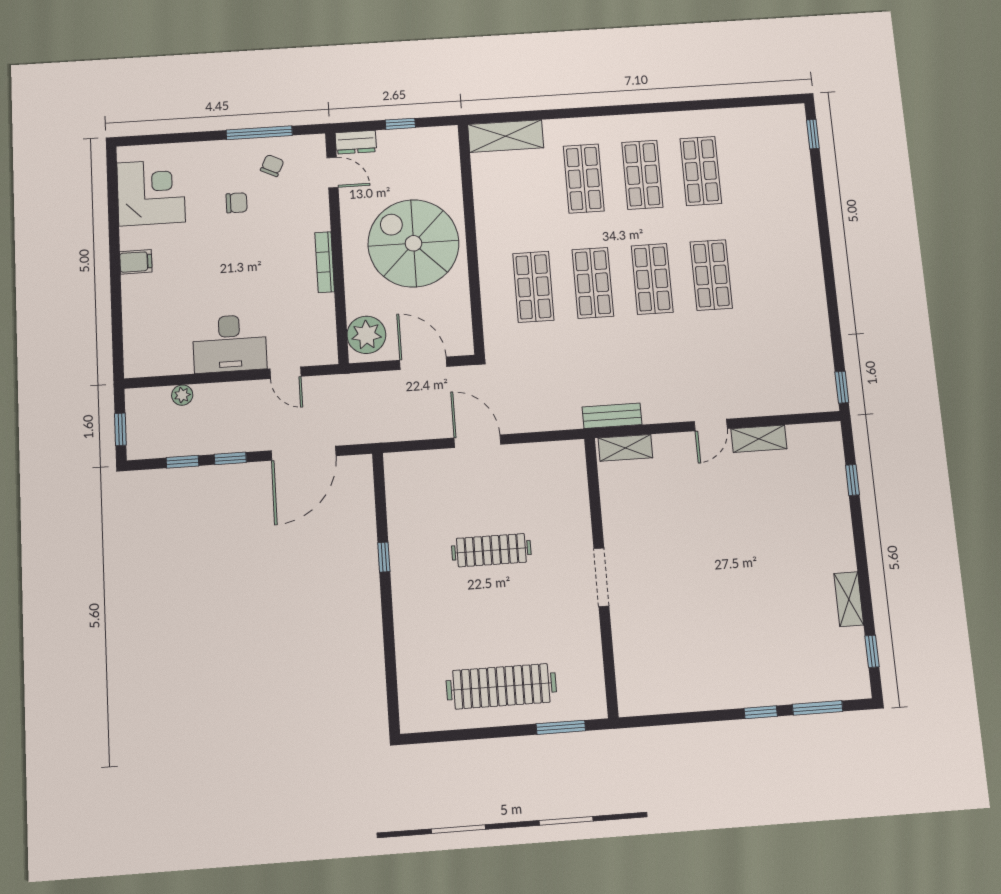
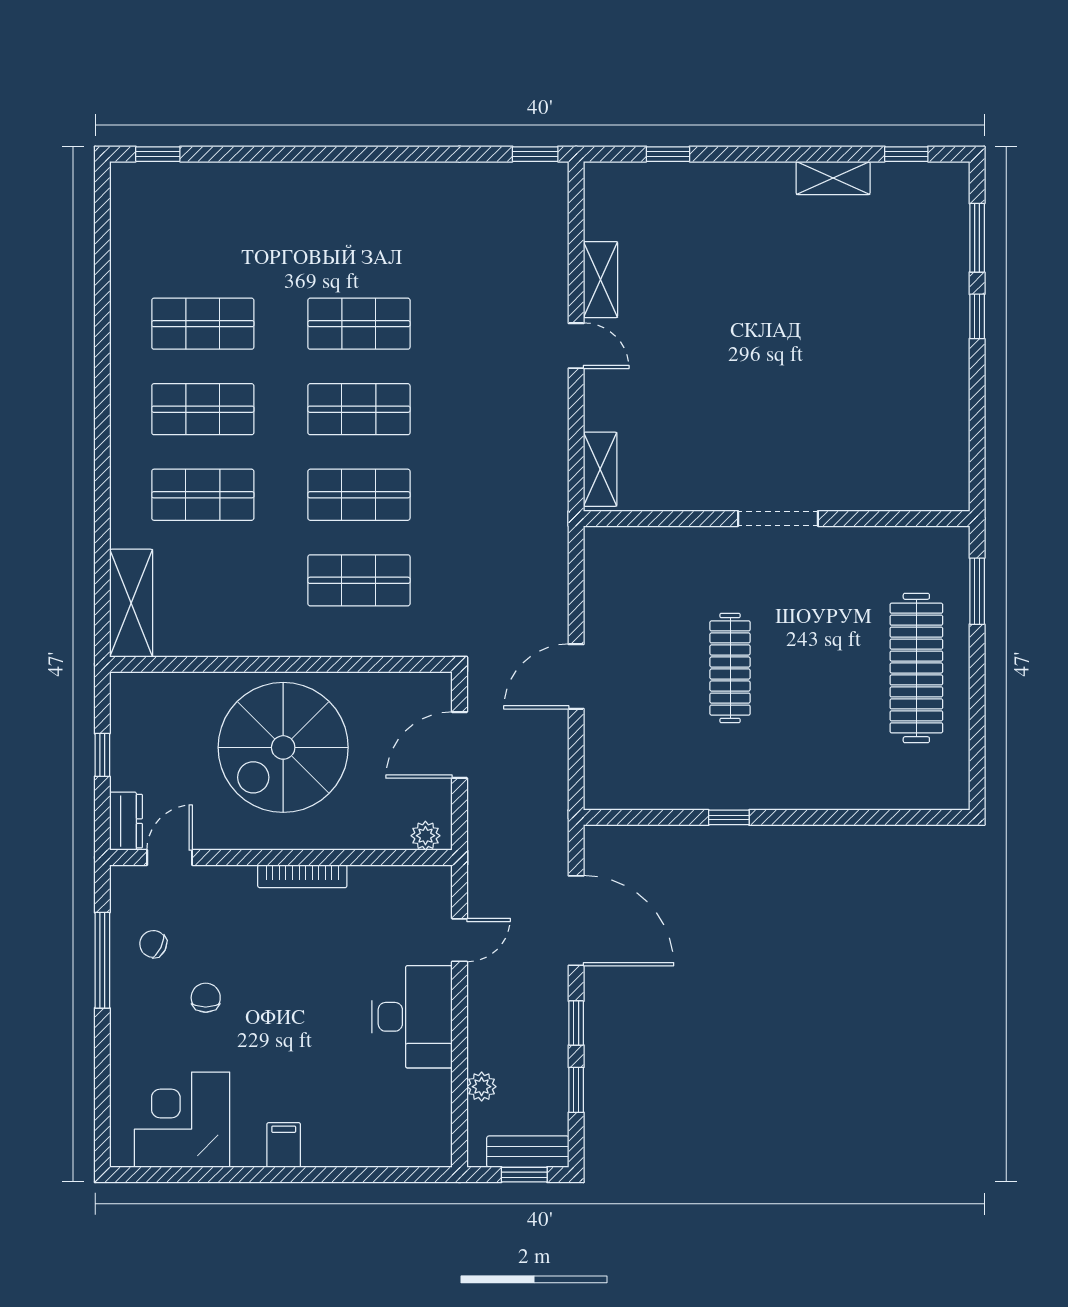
plant: (366, 335) -> (425, 836), width x0.53, depth x0.53
bench: (612, 416) -> (528, 1152), moved, turned 90

